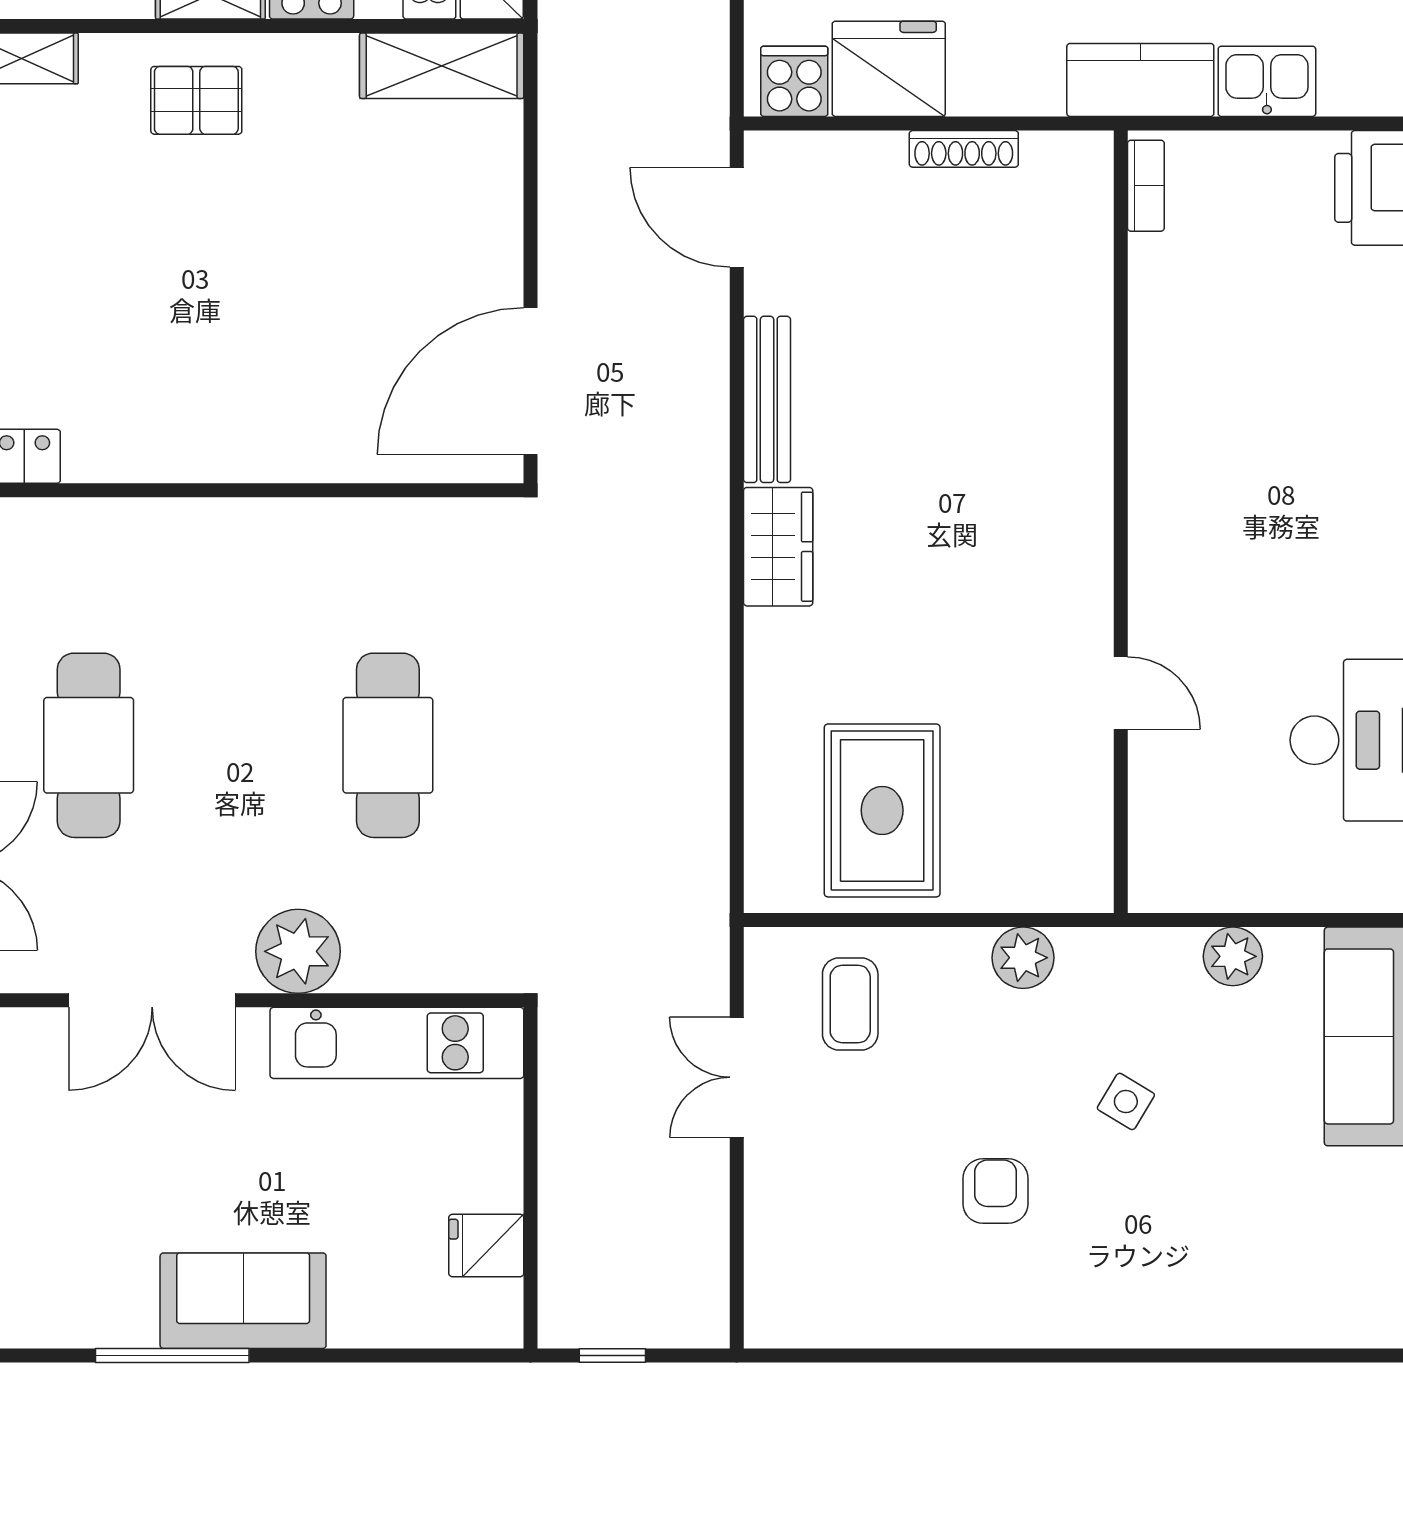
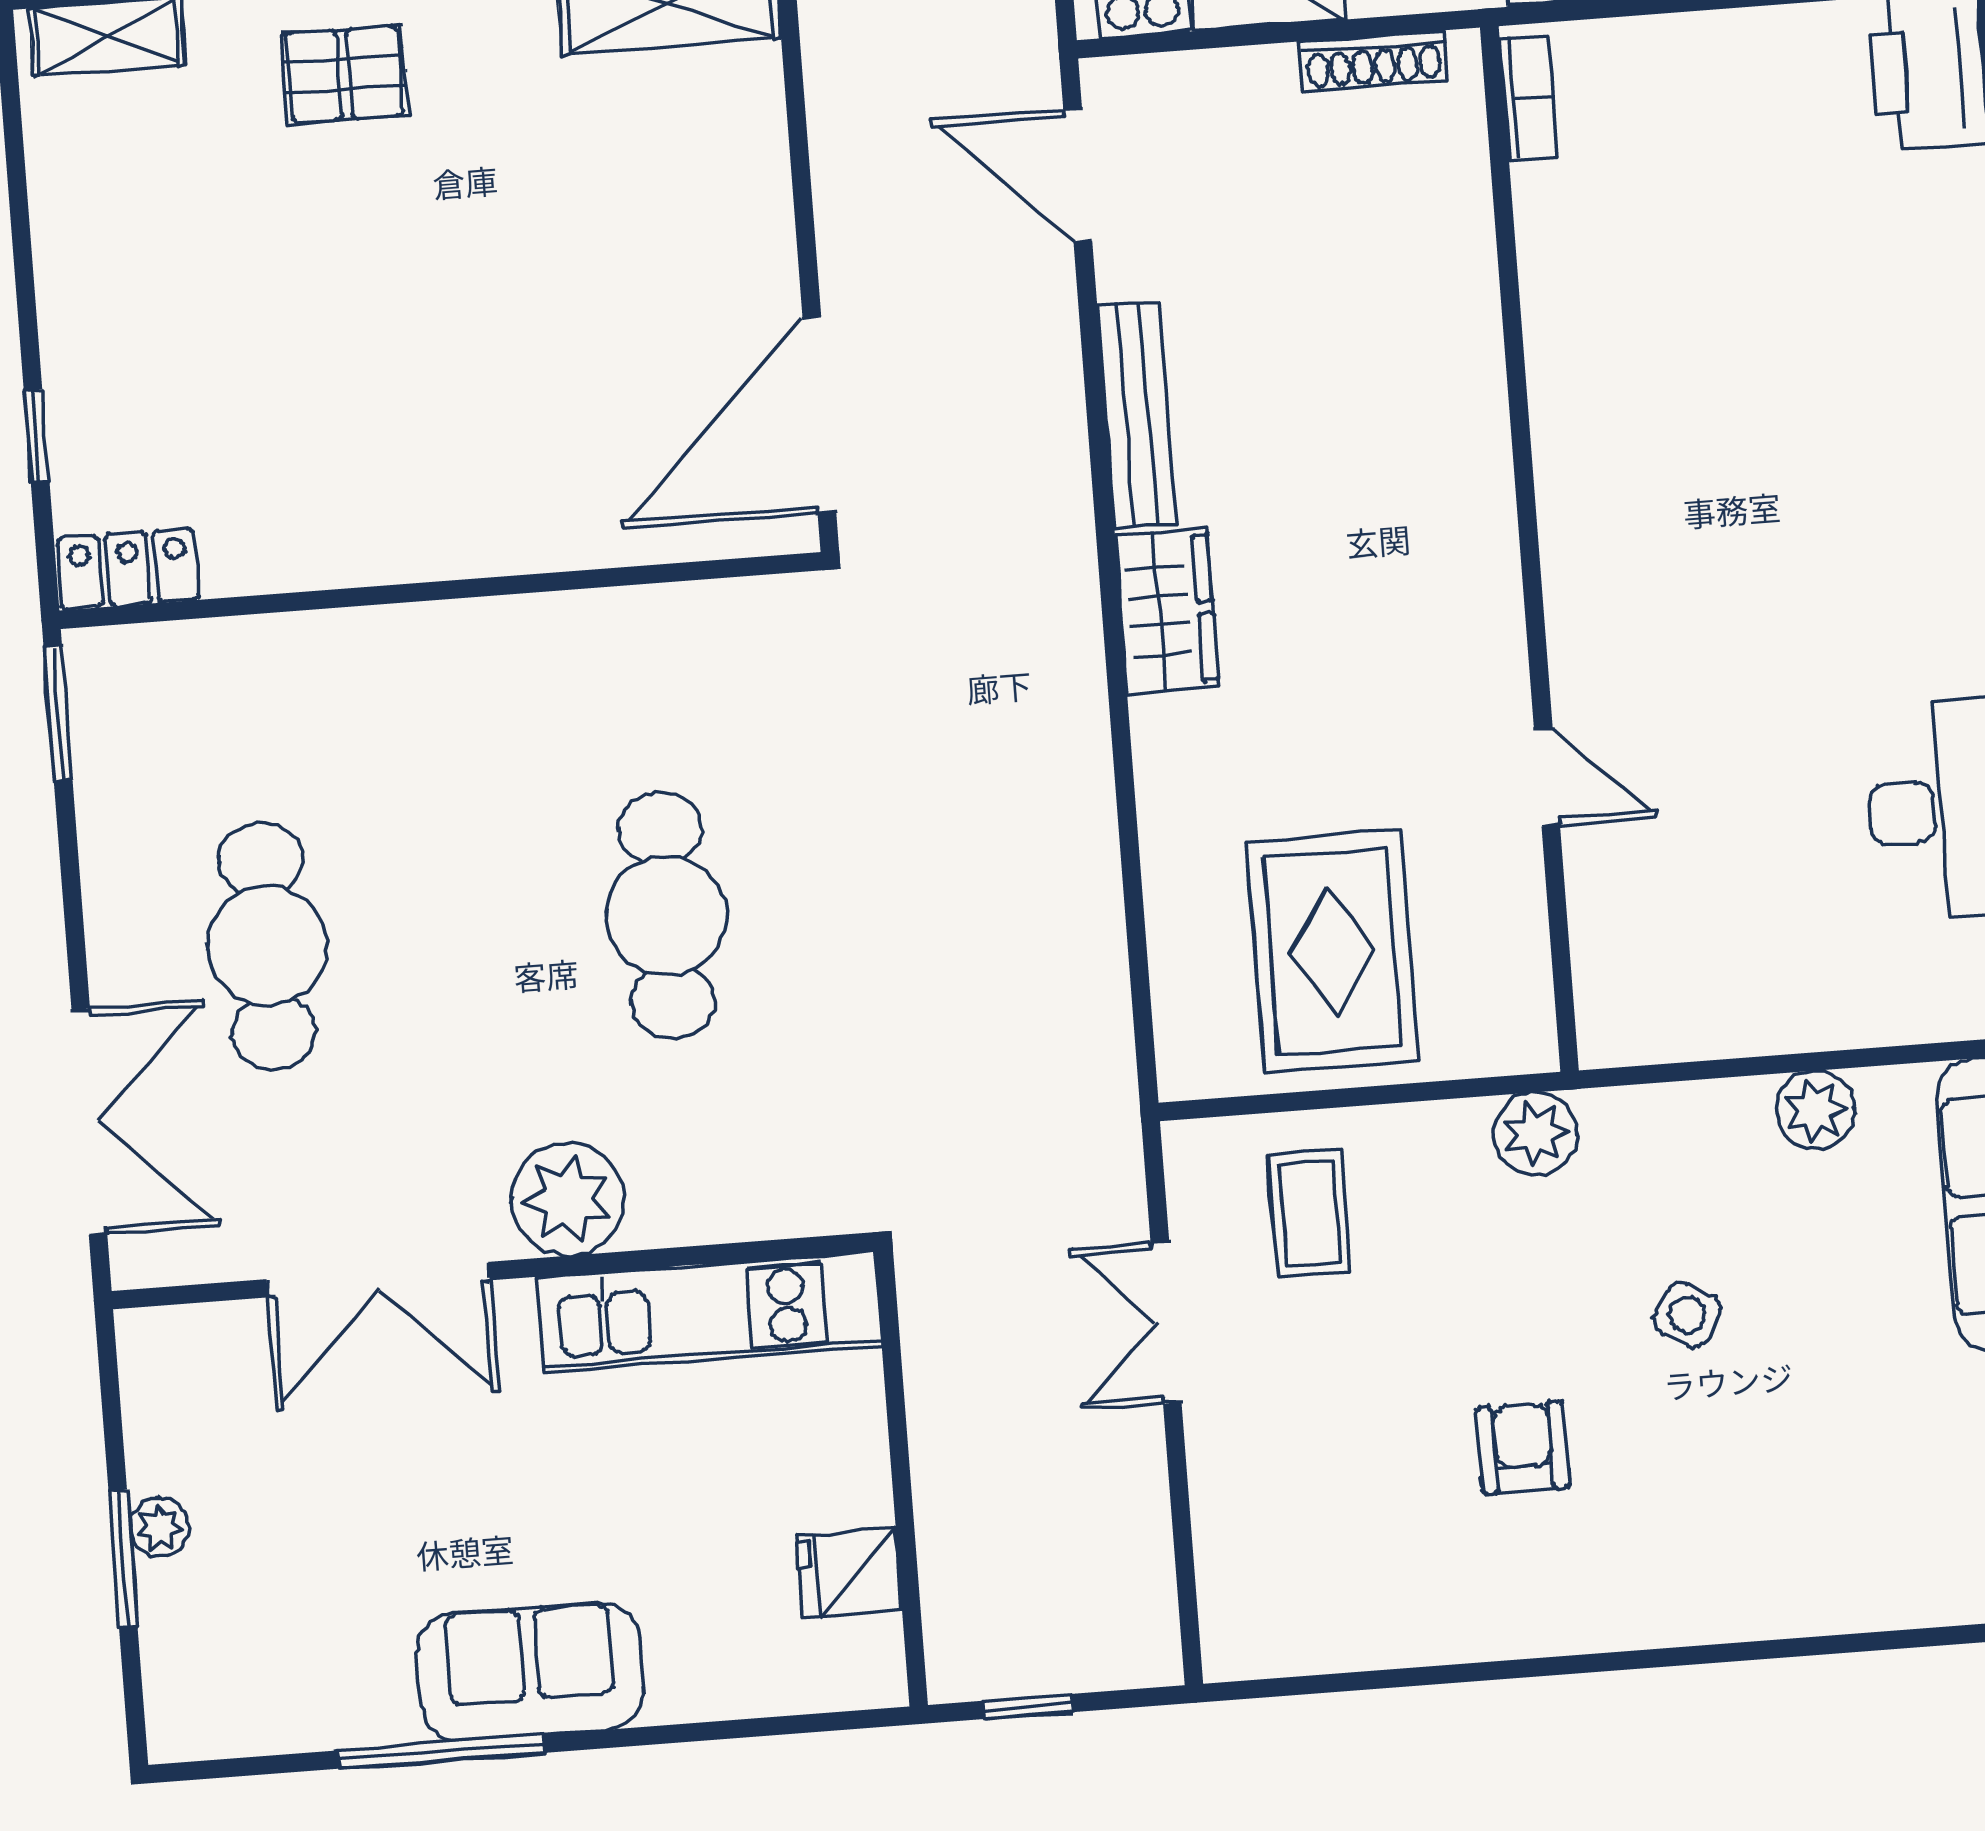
bookcase: (1146, 186) -> (1529, 98), moved
wall: (1121, 522) -> (1529, 549), moved
door: (1121, 693) -> (1547, 777), moved

